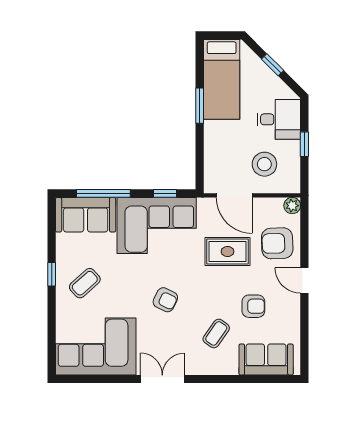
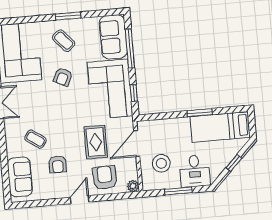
window: (304, 144) -> (178, 191), width x1.50
window: (52, 274) -> (68, 16), width x1.50
armchair: (165, 300) -> (63, 77), moved

